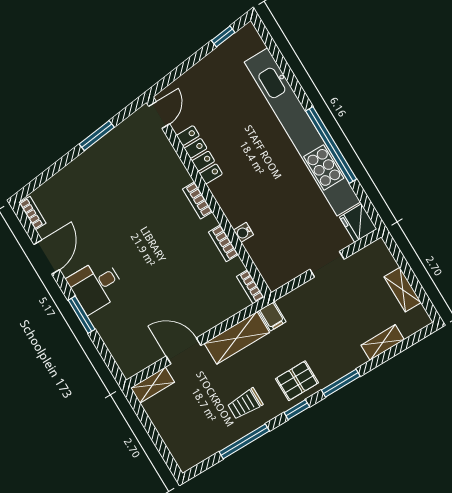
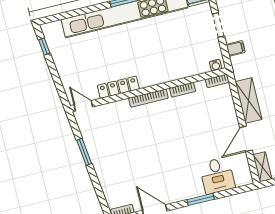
bookcase: (197, 200) -> (148, 98), width x1.56
water cooler: (243, 232) -> (216, 65), moved
desk: (96, 285) -> (217, 176), moved
filing cabinet: (272, 316) -> (236, 48), moved

